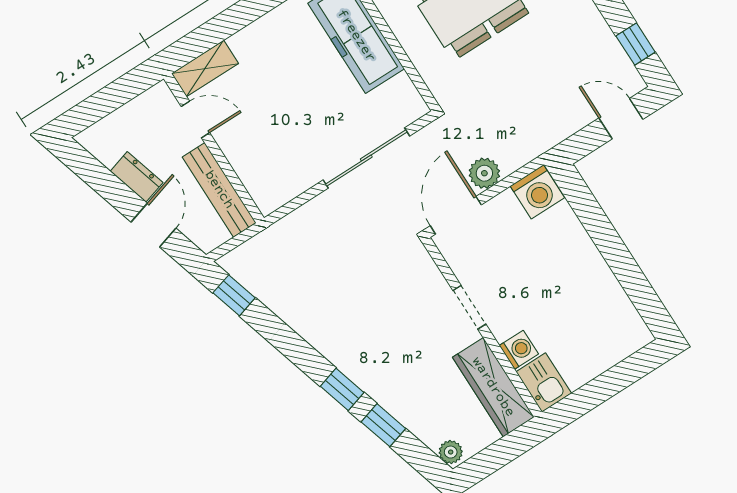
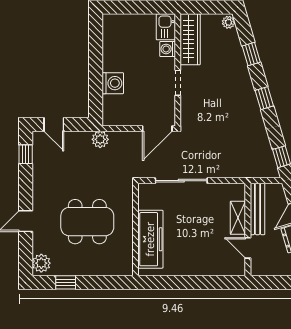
shelving: (205, 68) -> (238, 218), moved, turned 90
plant: (484, 173) -> (100, 139), moved
washing machine: (537, 192) -> (113, 83), moved, turned 90
window: (342, 389) -> (264, 98), moved

